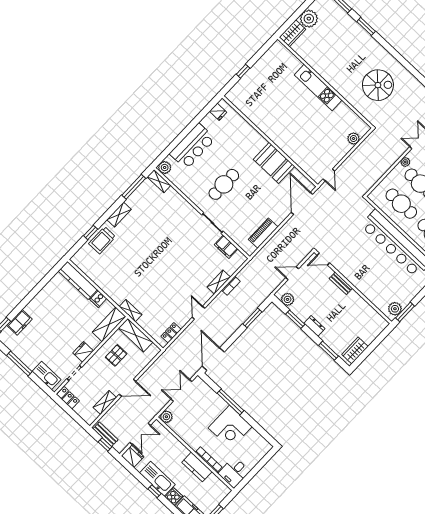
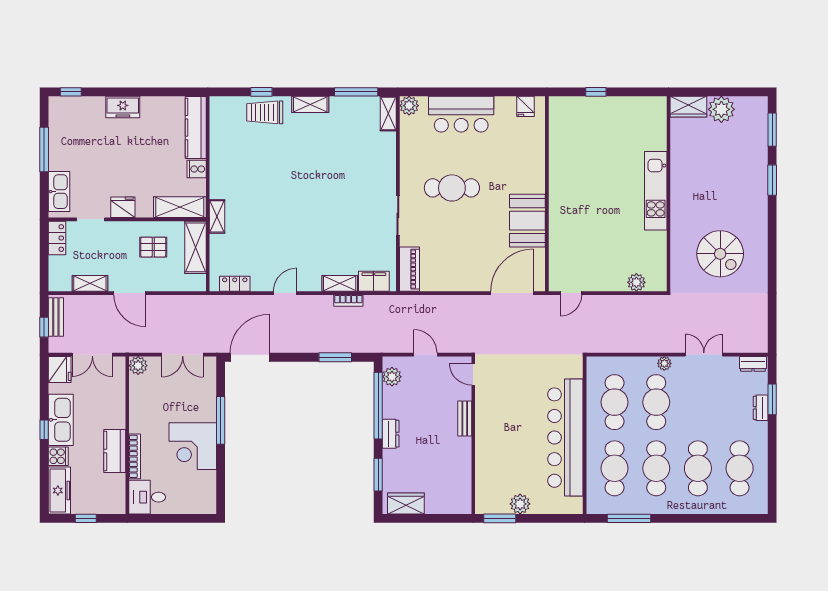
piano: (263, 233) -> (410, 269), moved, turned 90
filing cabinet: (226, 247) -> (374, 281), moved, turned 90
plant: (395, 309) -> (520, 504), moved
window: (295, 319) -> (378, 406), width x2.11
freezer: (19, 322) -> (123, 107), moved
double door: (181, 390) -> (183, 355), swing flipped

